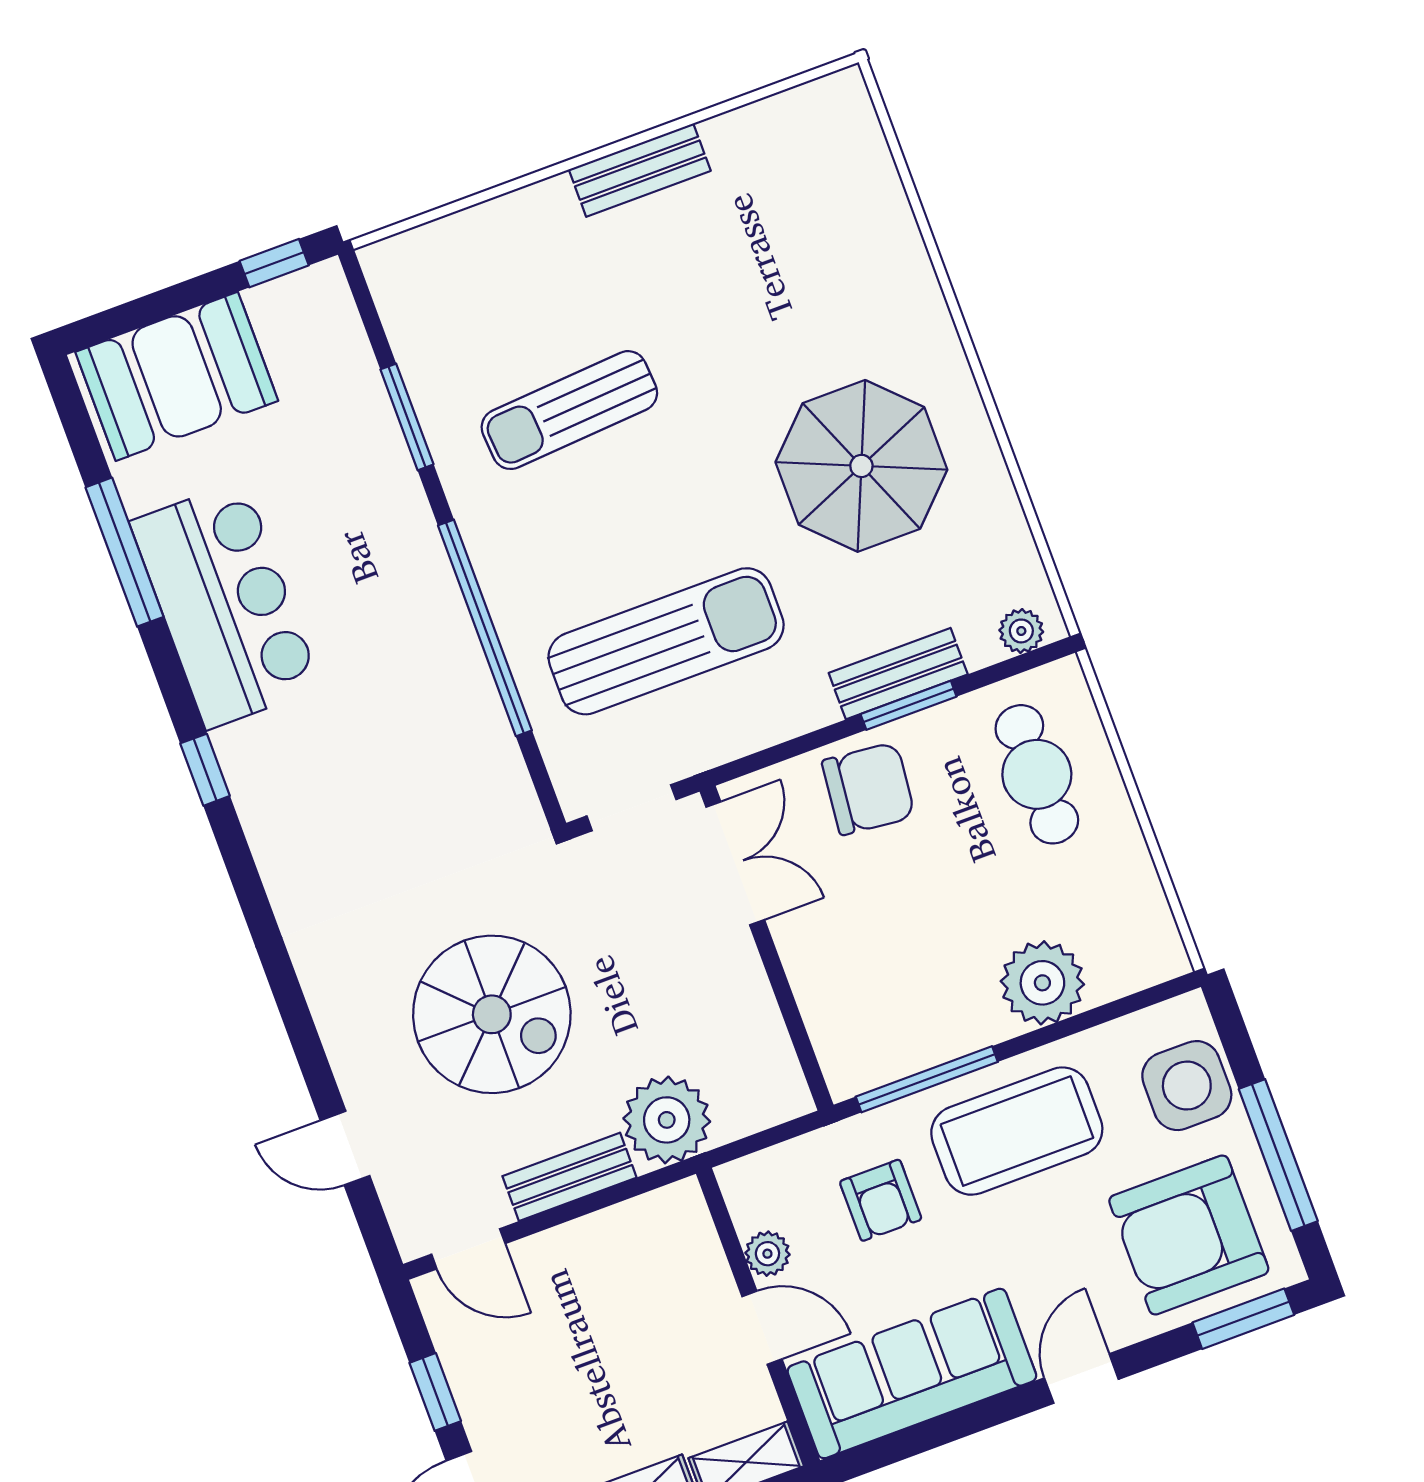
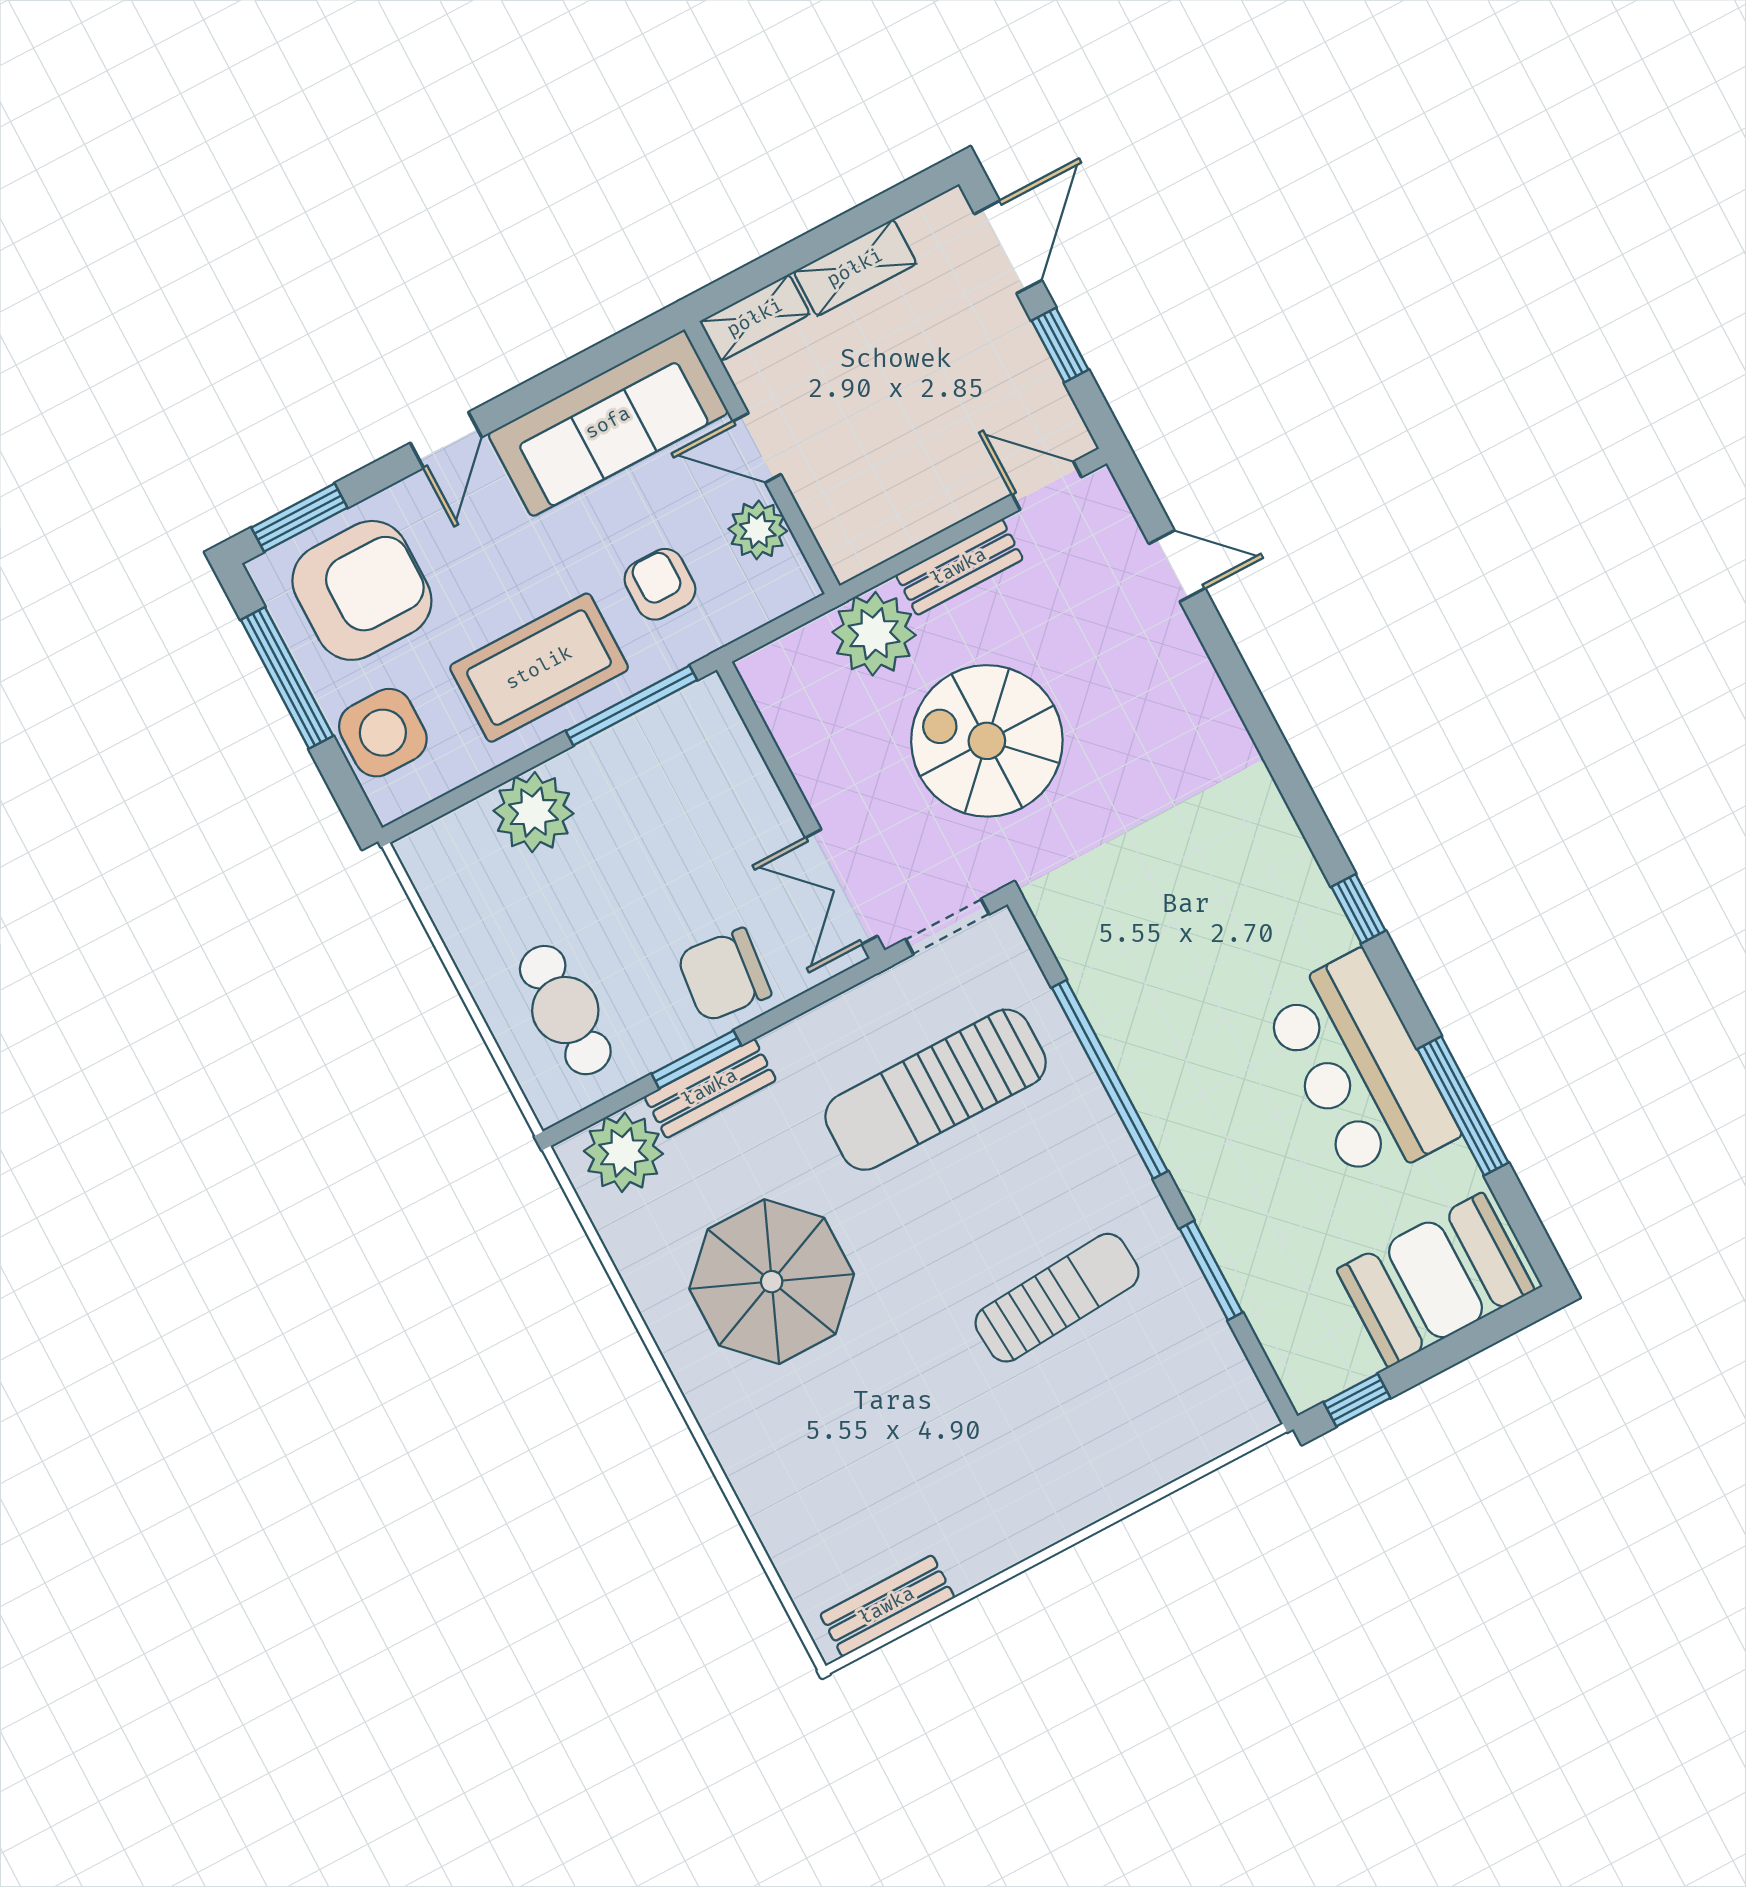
bench: (640, 170) -> (887, 1606), moved
plant: (1021, 631) -> (623, 1152), width x1.88, depth x1.88
spiral stairs: (492, 1014) -> (987, 741), moved
plant: (767, 1254) -> (758, 530), width x1.38, depth x1.38

